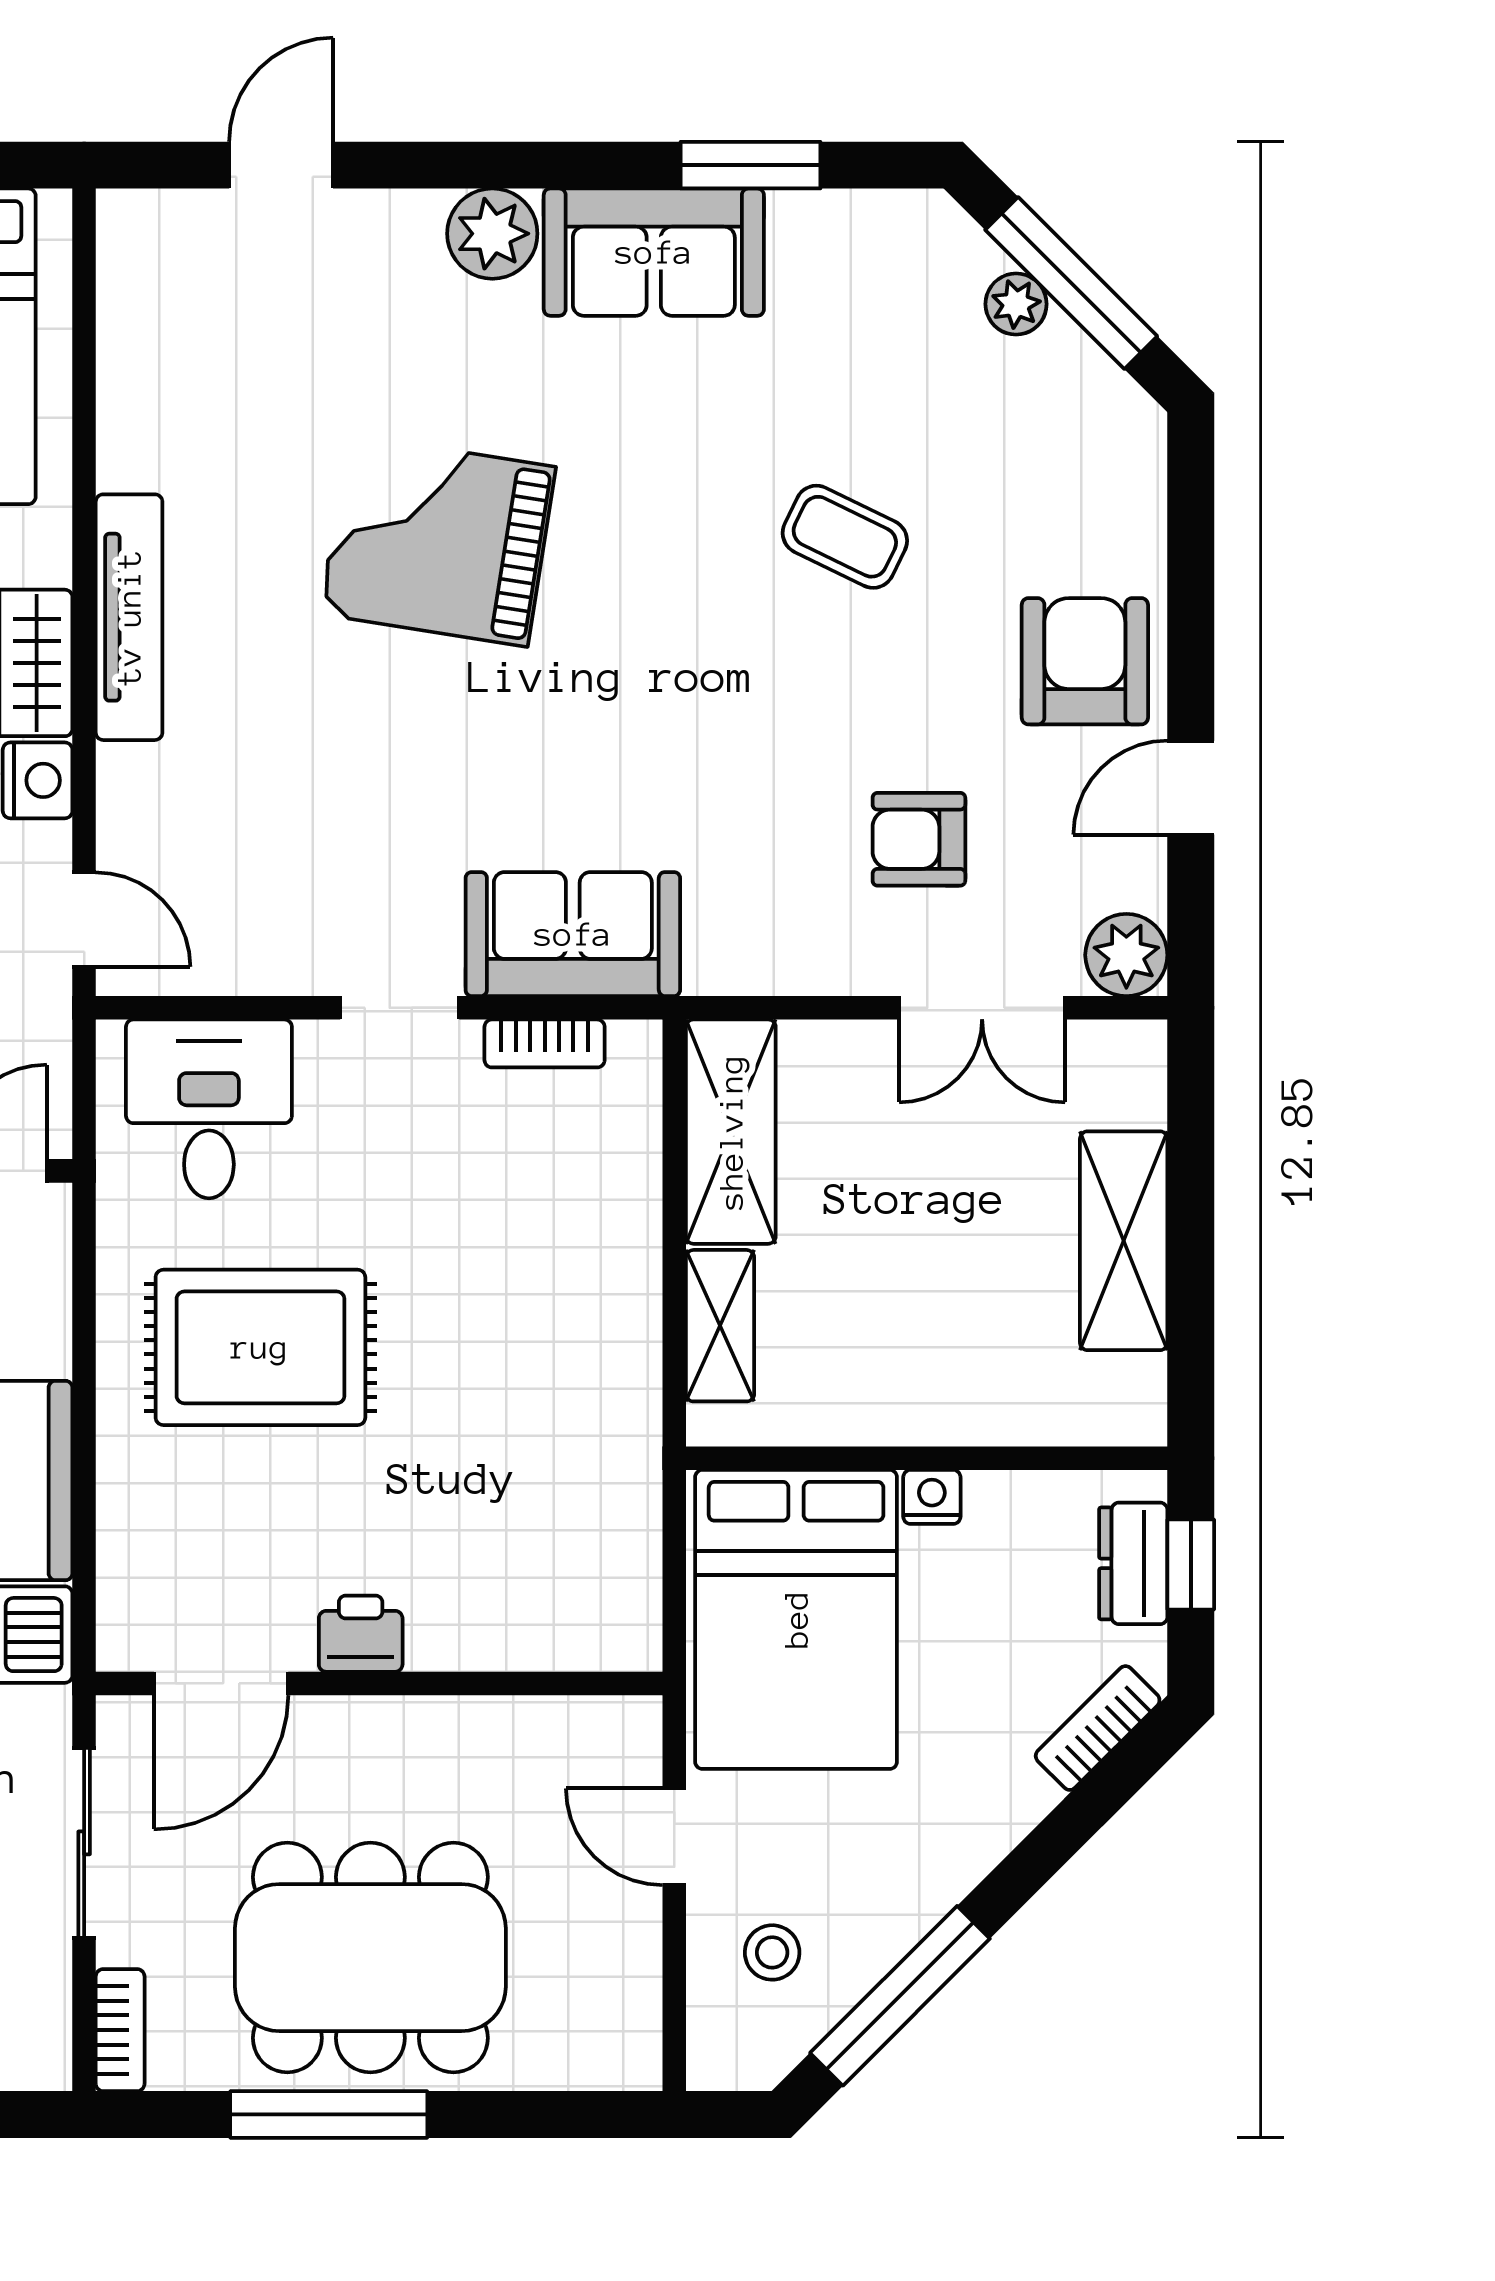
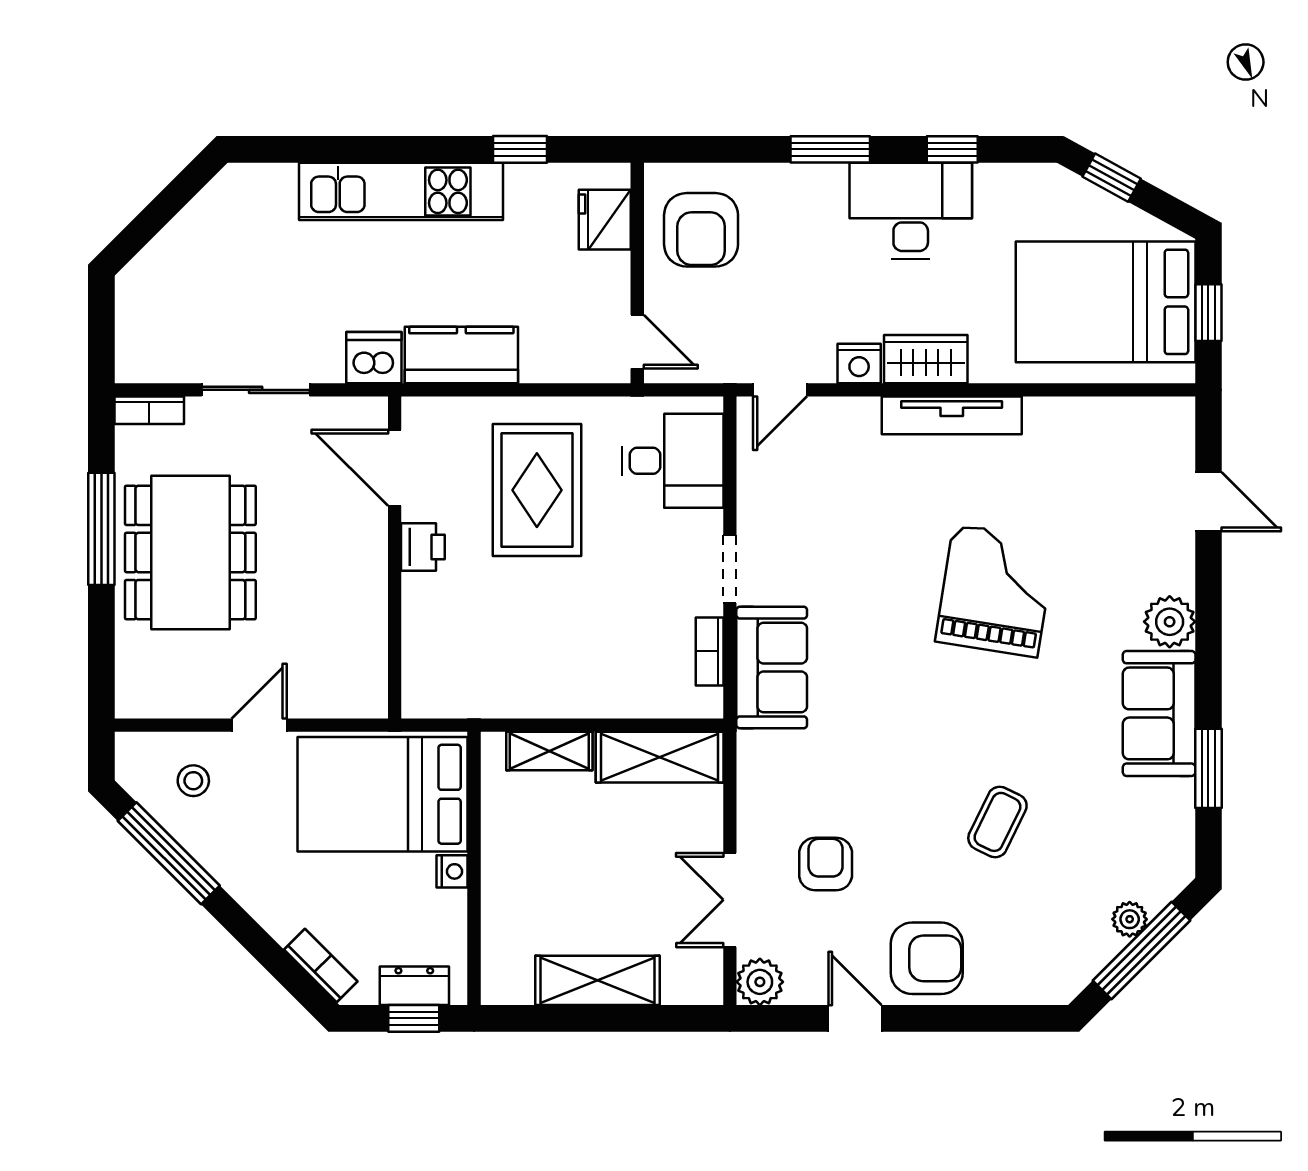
printer: (361, 1634) -> (423, 547), moved
door: (221, 1683) -> (395, 468), moved
wall: (379, 1683) -> (395, 557), moved

